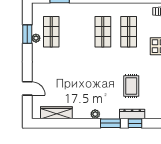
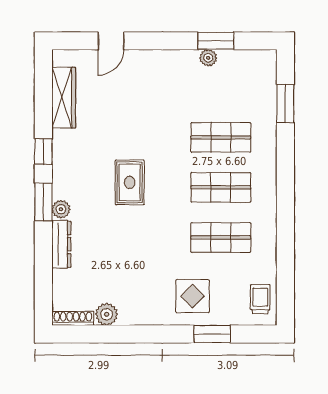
shop shelf: (51, 32) -> (221, 137), moved
rug: (131, 86) -> (130, 182), moved, turned 90
plant: (95, 114) -> (61, 209), moved
window: (135, 123) -> (43, 152), moved

